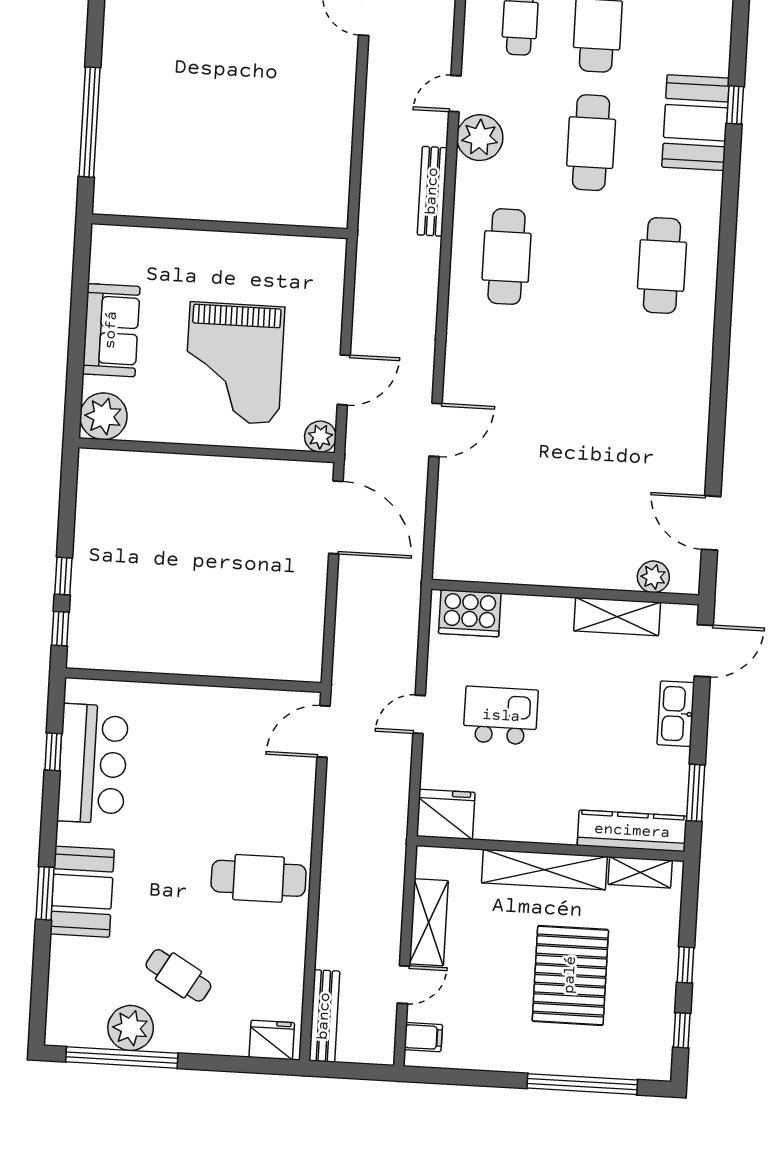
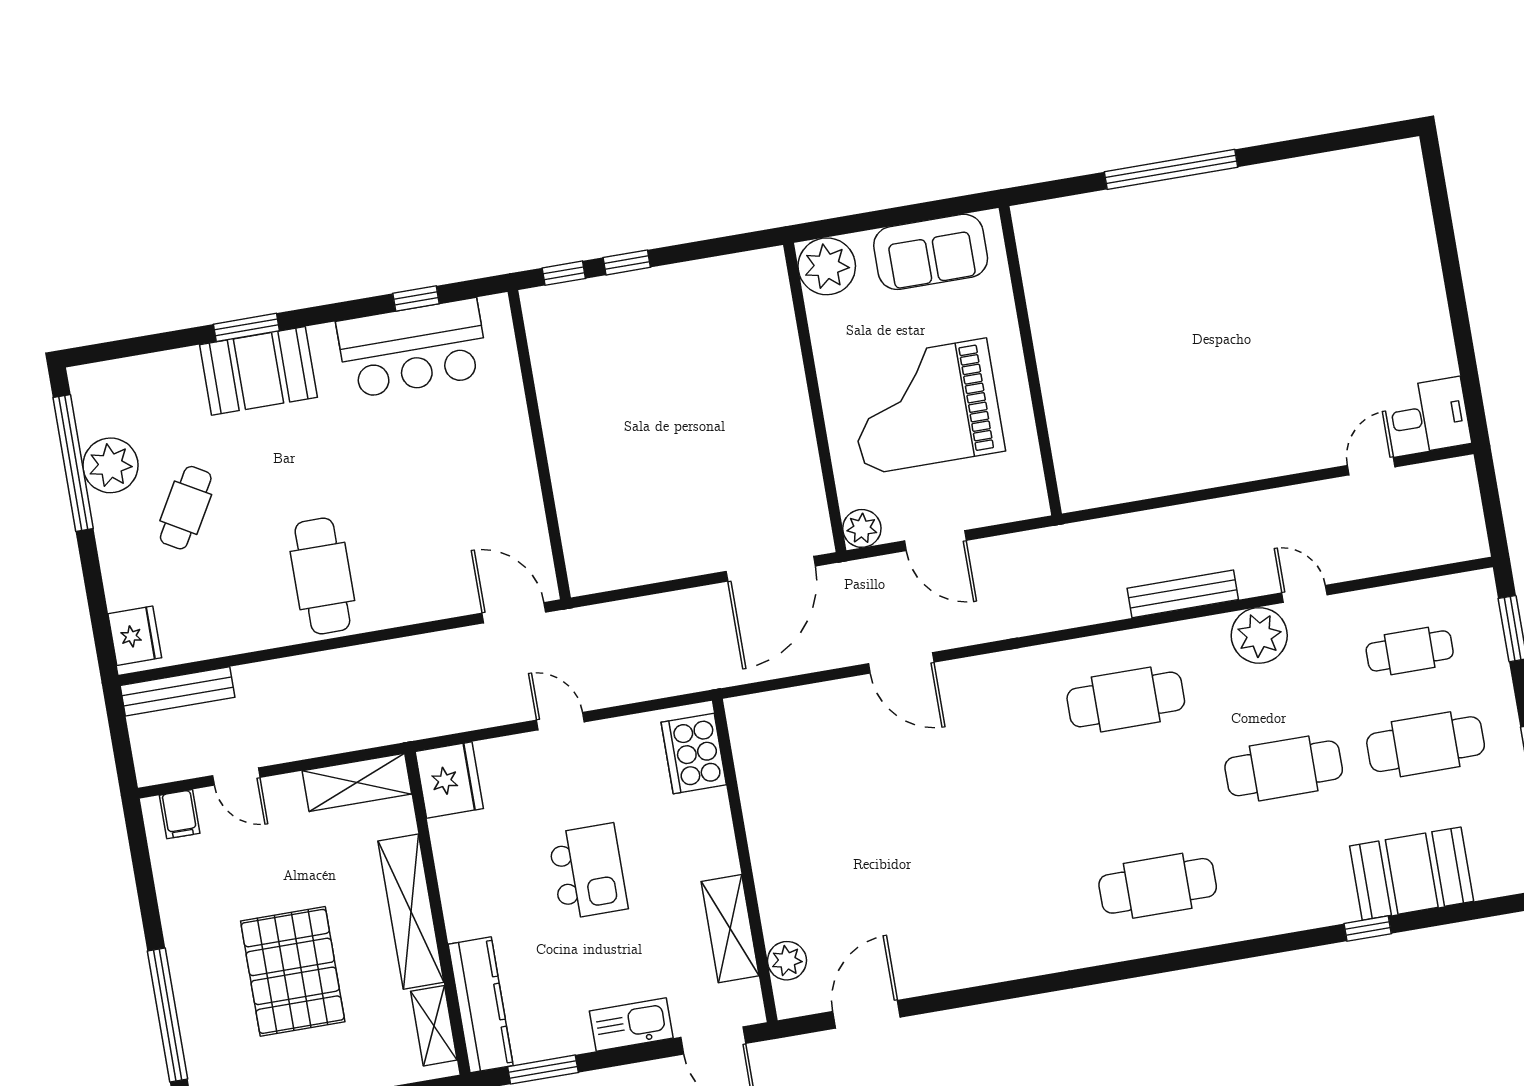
booth: (696, 123) -> (1412, 874), moved
wall: (220, 226) -> (1030, 361), moved
kitchen island: (501, 716) -> (588, 871), moved
shelving: (429, 922) -> (357, 782), moved
pallet: (570, 975) -> (293, 971), turned 90

